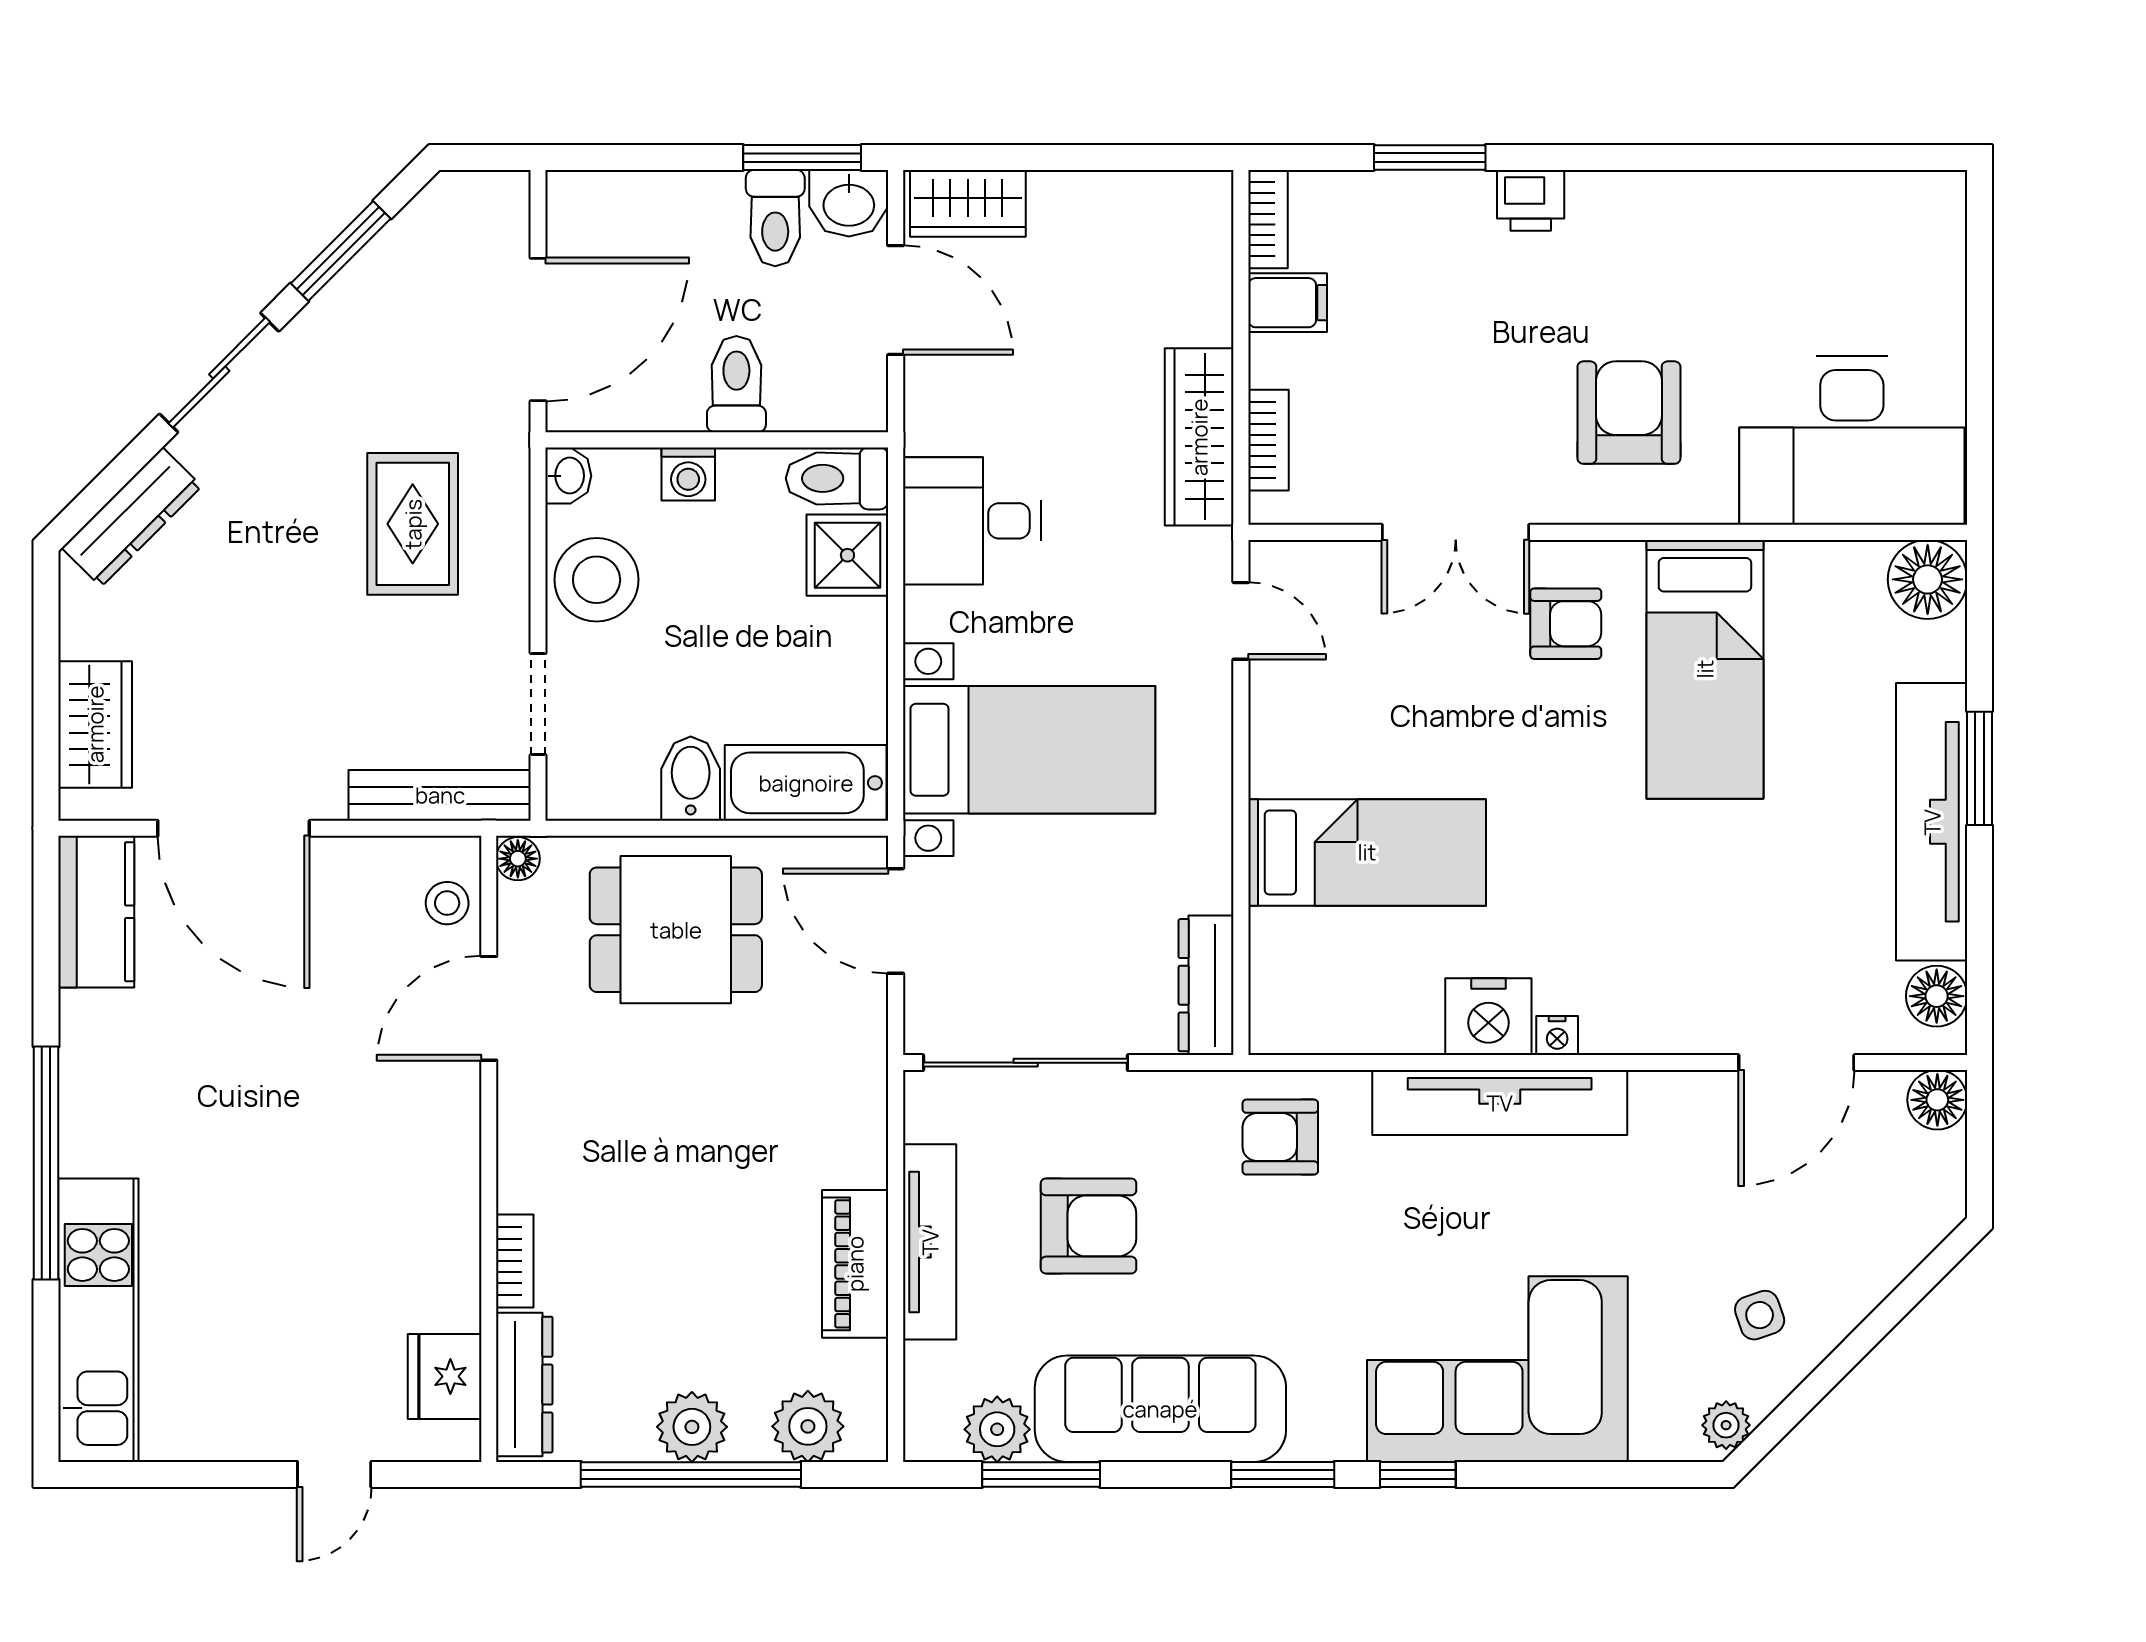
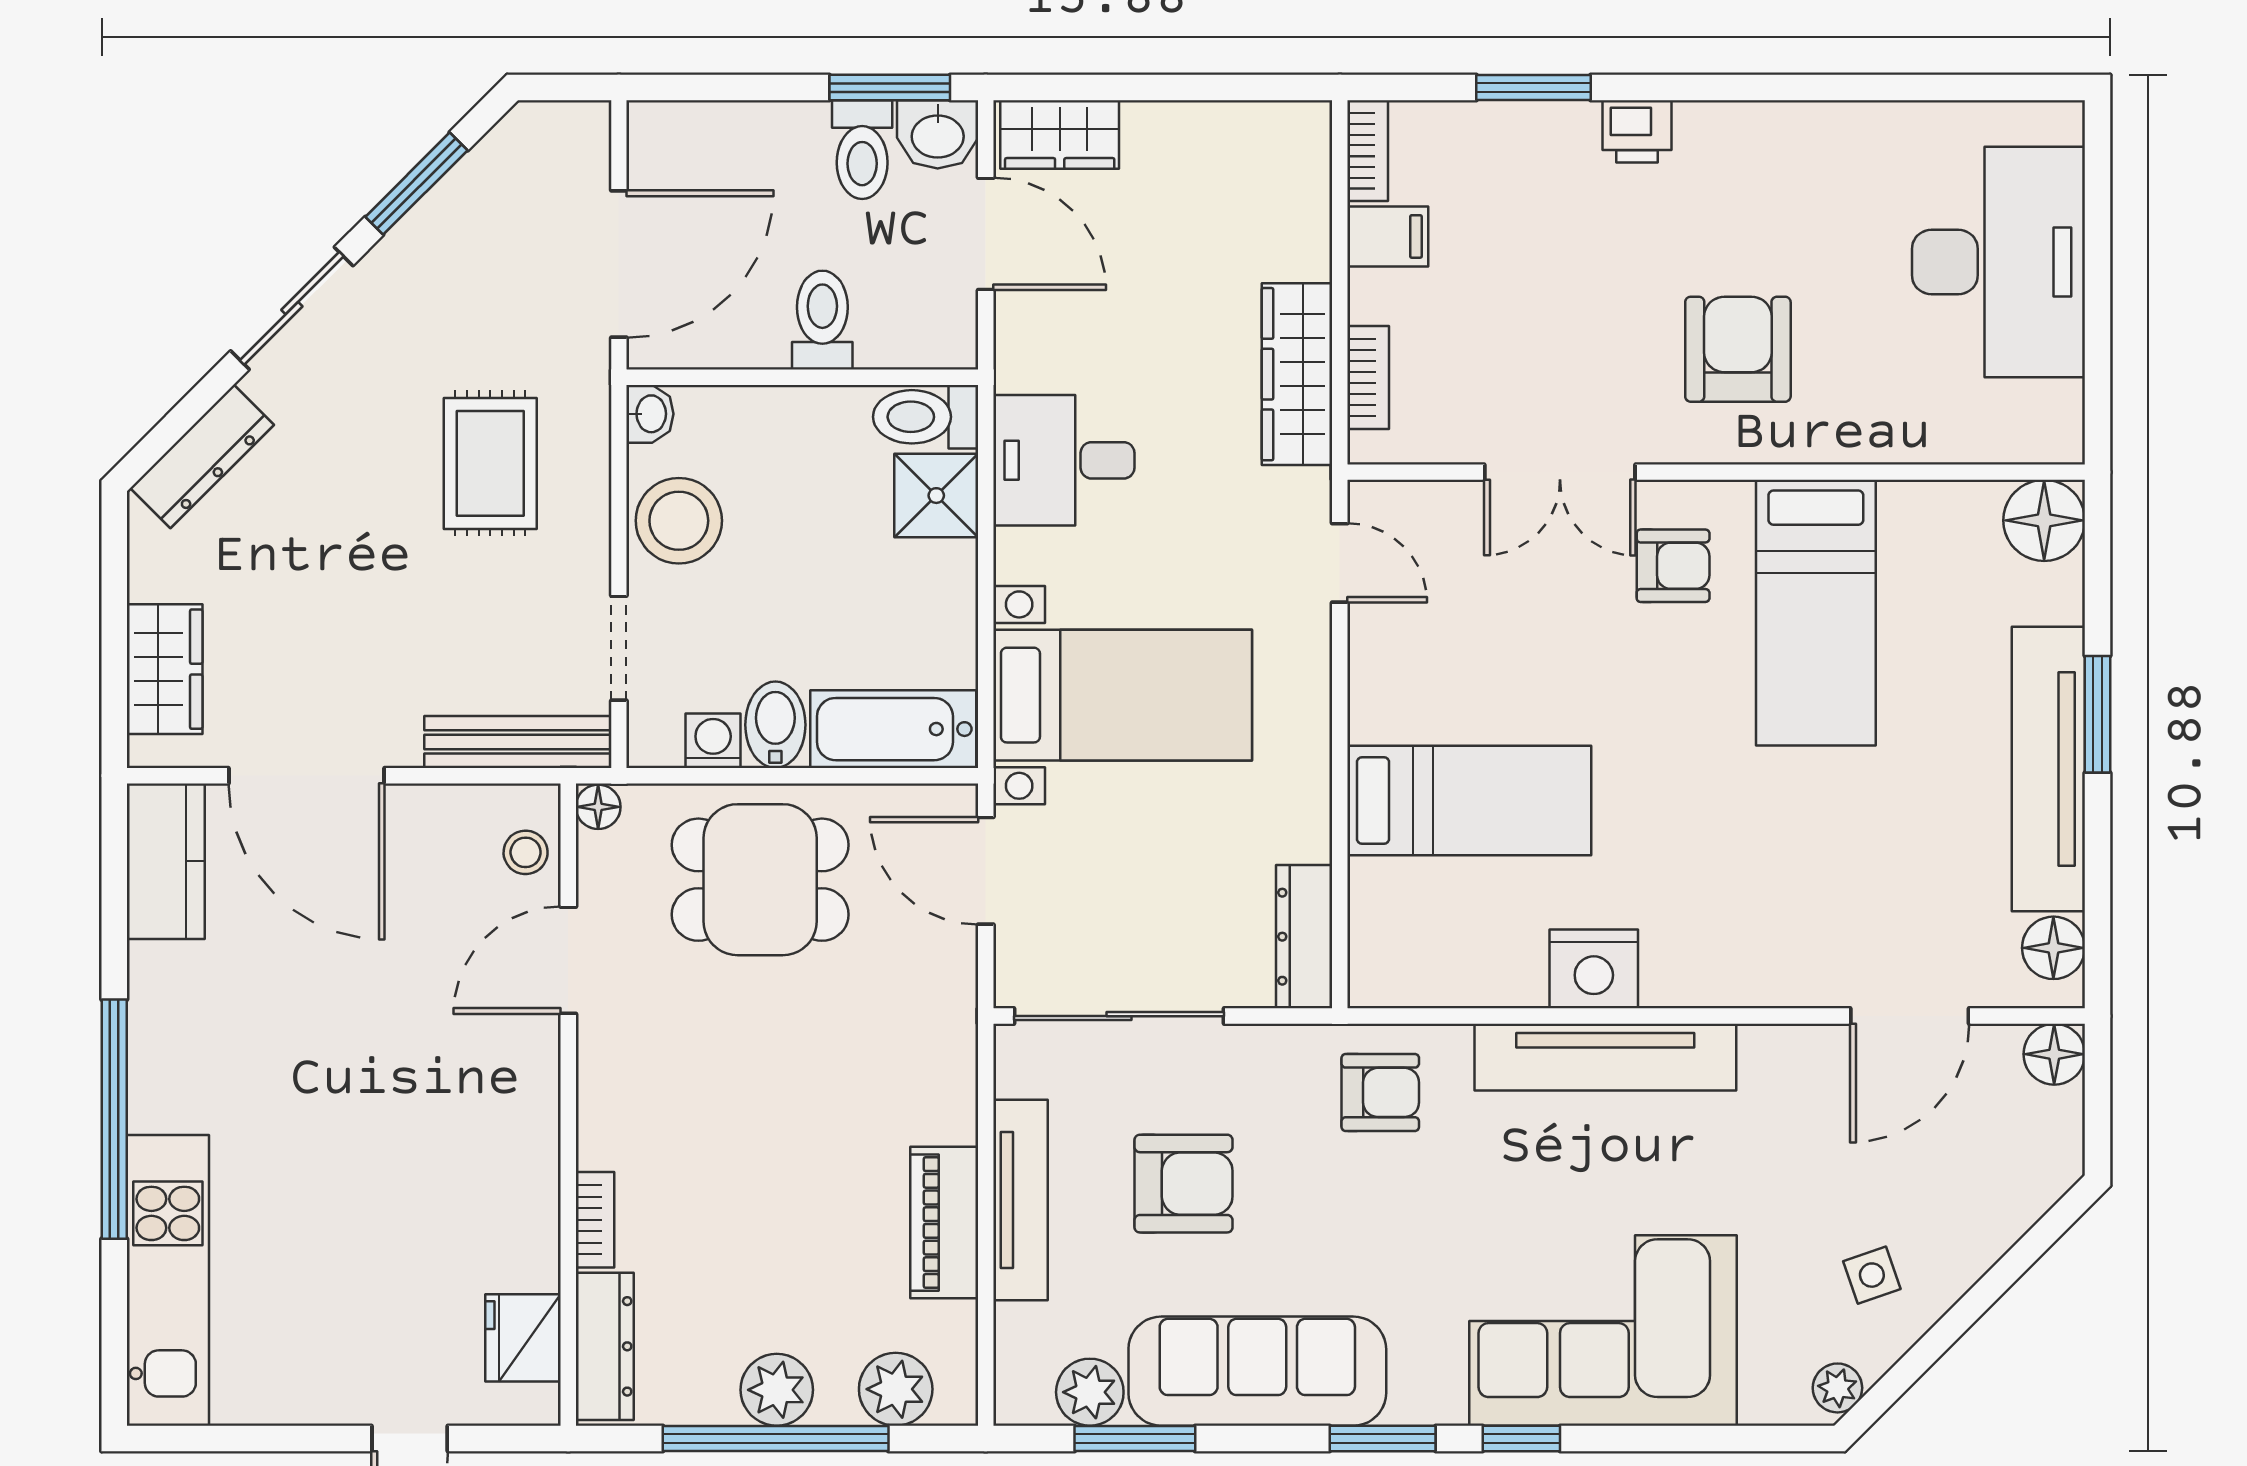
desk: (1852, 441) -> (1998, 262), moved, turned -90
washing machine: (688, 474) -> (713, 741), moved, turned 180
nightstand: (1557, 1036) -> (1664, 988), removed
armchair: (1280, 1137) -> (1380, 1092), turned 180

